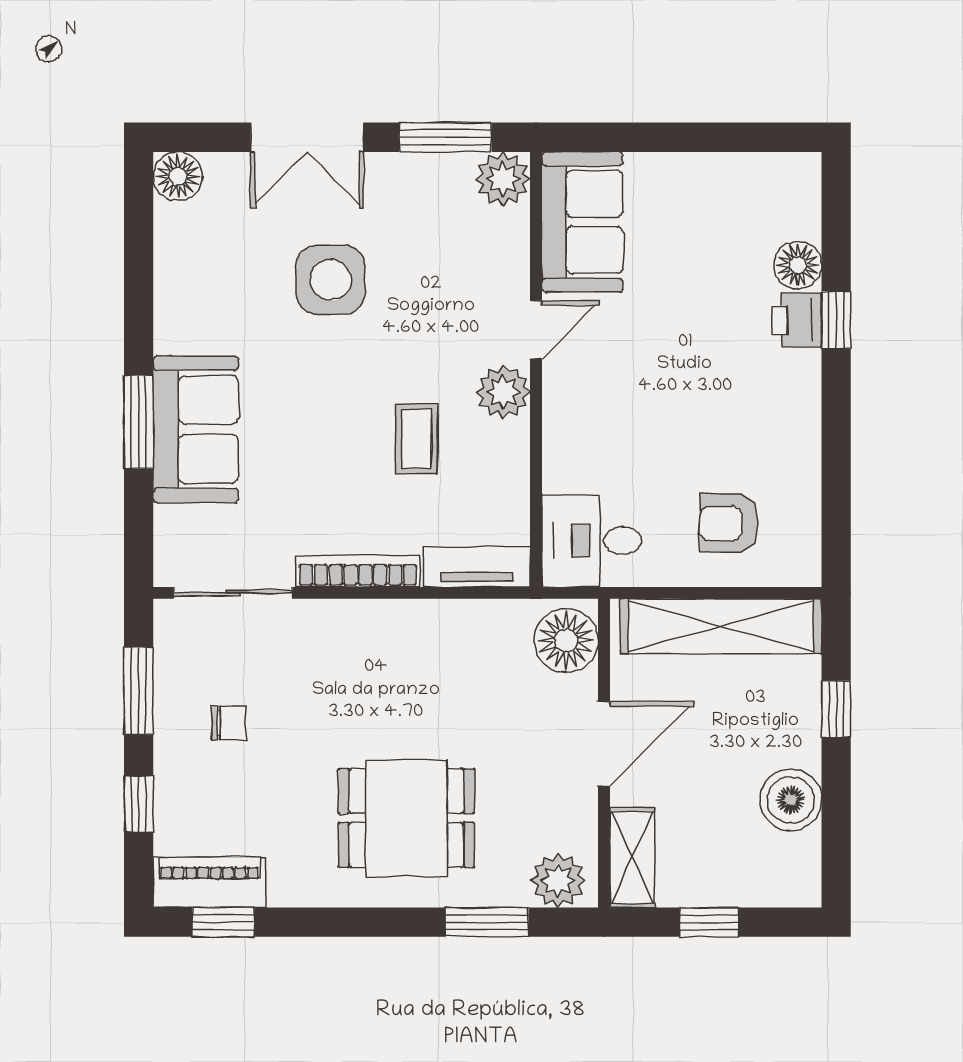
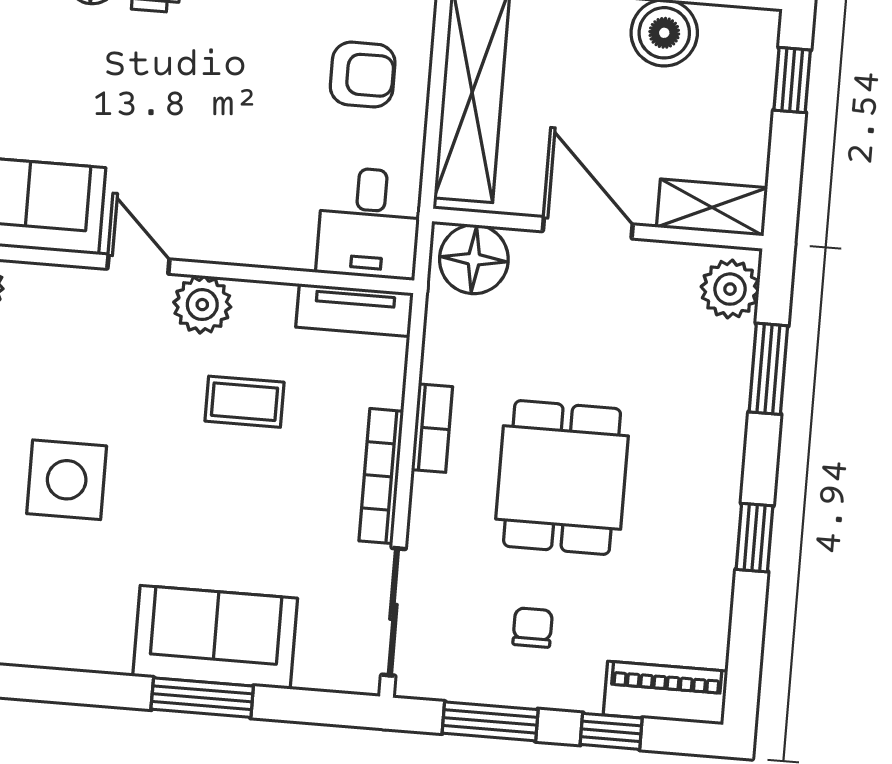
armchair: (729, 523) -> (363, 75), turned -90
tv unit: (477, 567) -> (355, 310), moved, turned -90
bookcase: (406, 615) -> (432, 428), added
dining table: (406, 818) -> (562, 478), moved
piano: (209, 882) -> (666, 693), moved, turned 90
window: (223, 922) -> (755, 538), moved
window: (709, 922) -> (792, 80), moved

